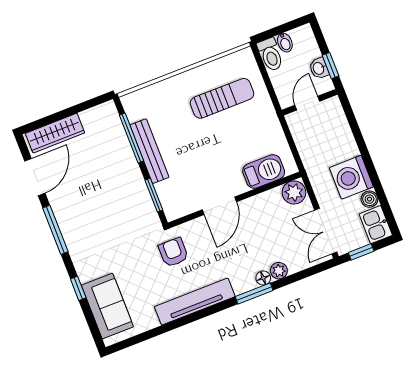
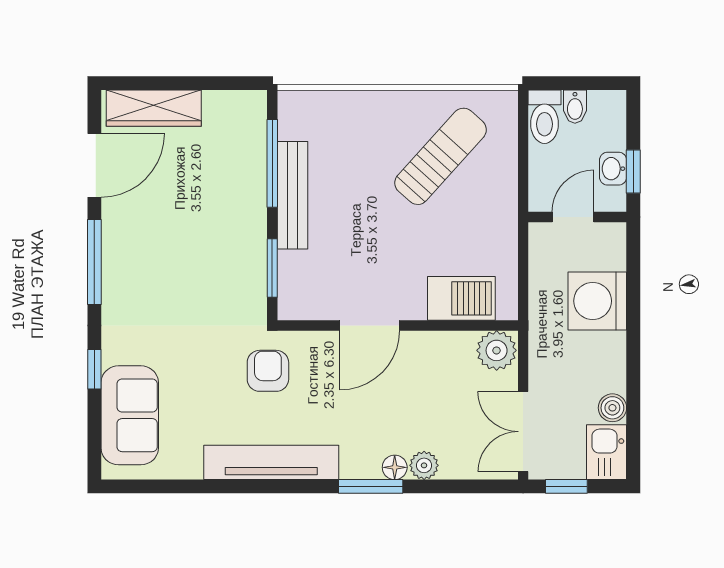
sun lounger: (222, 98) -> (441, 156), turned -48
washing machine: (351, 177) -> (597, 301), moved

